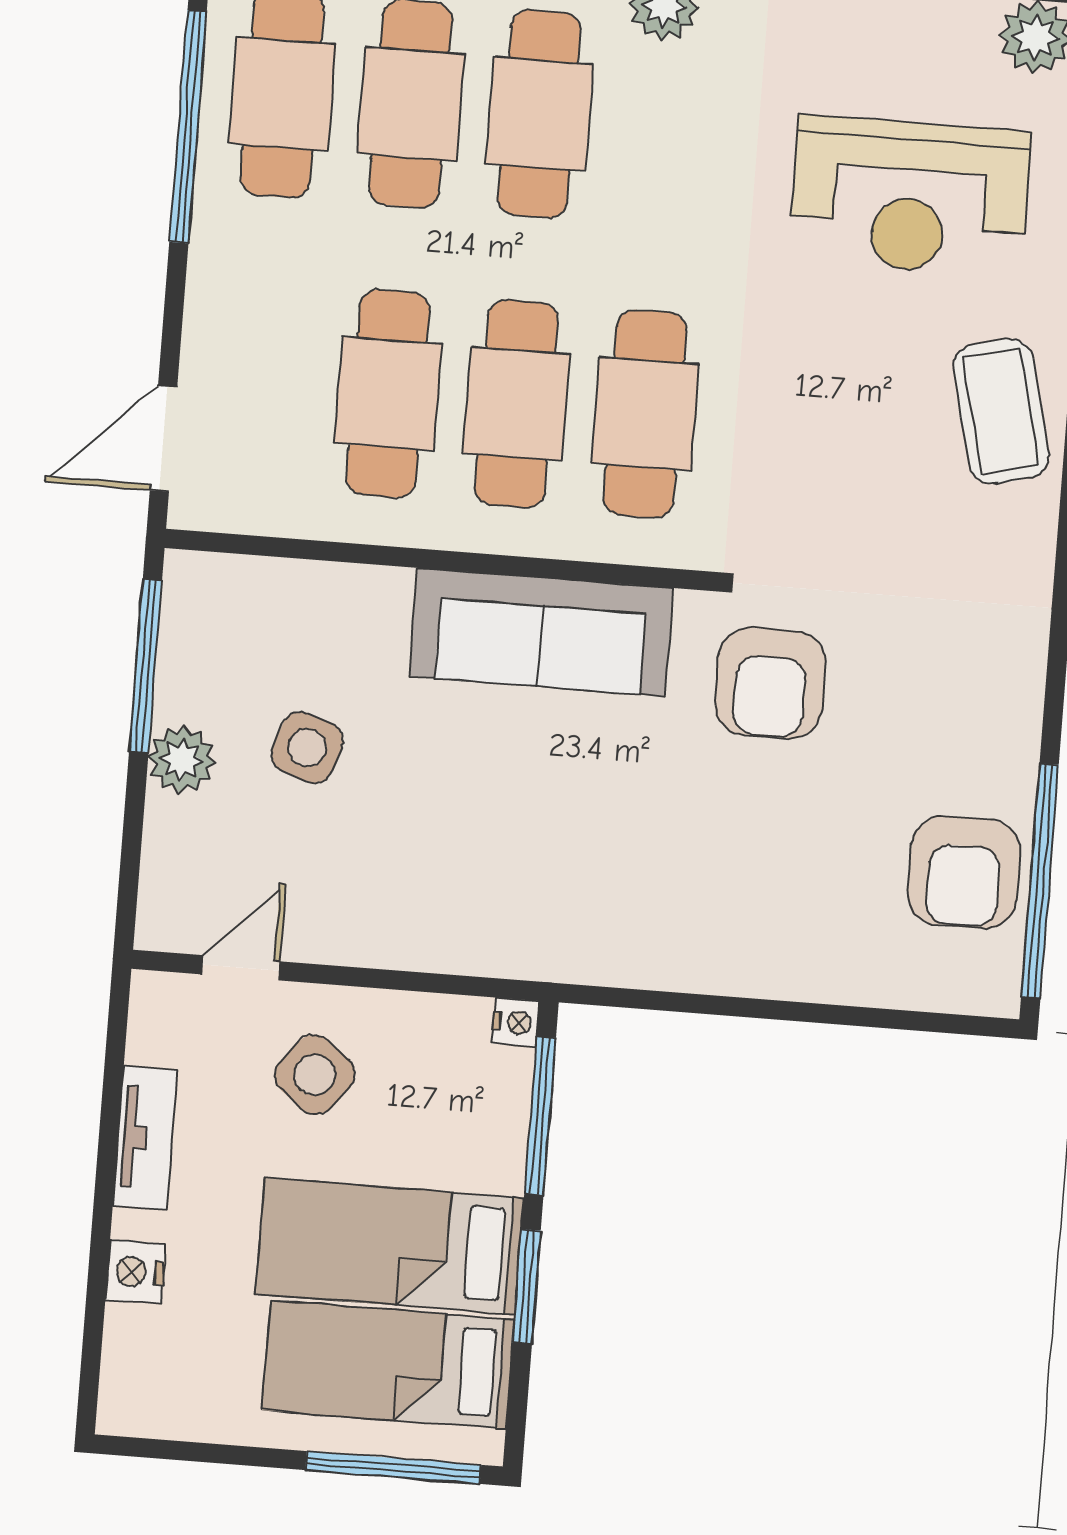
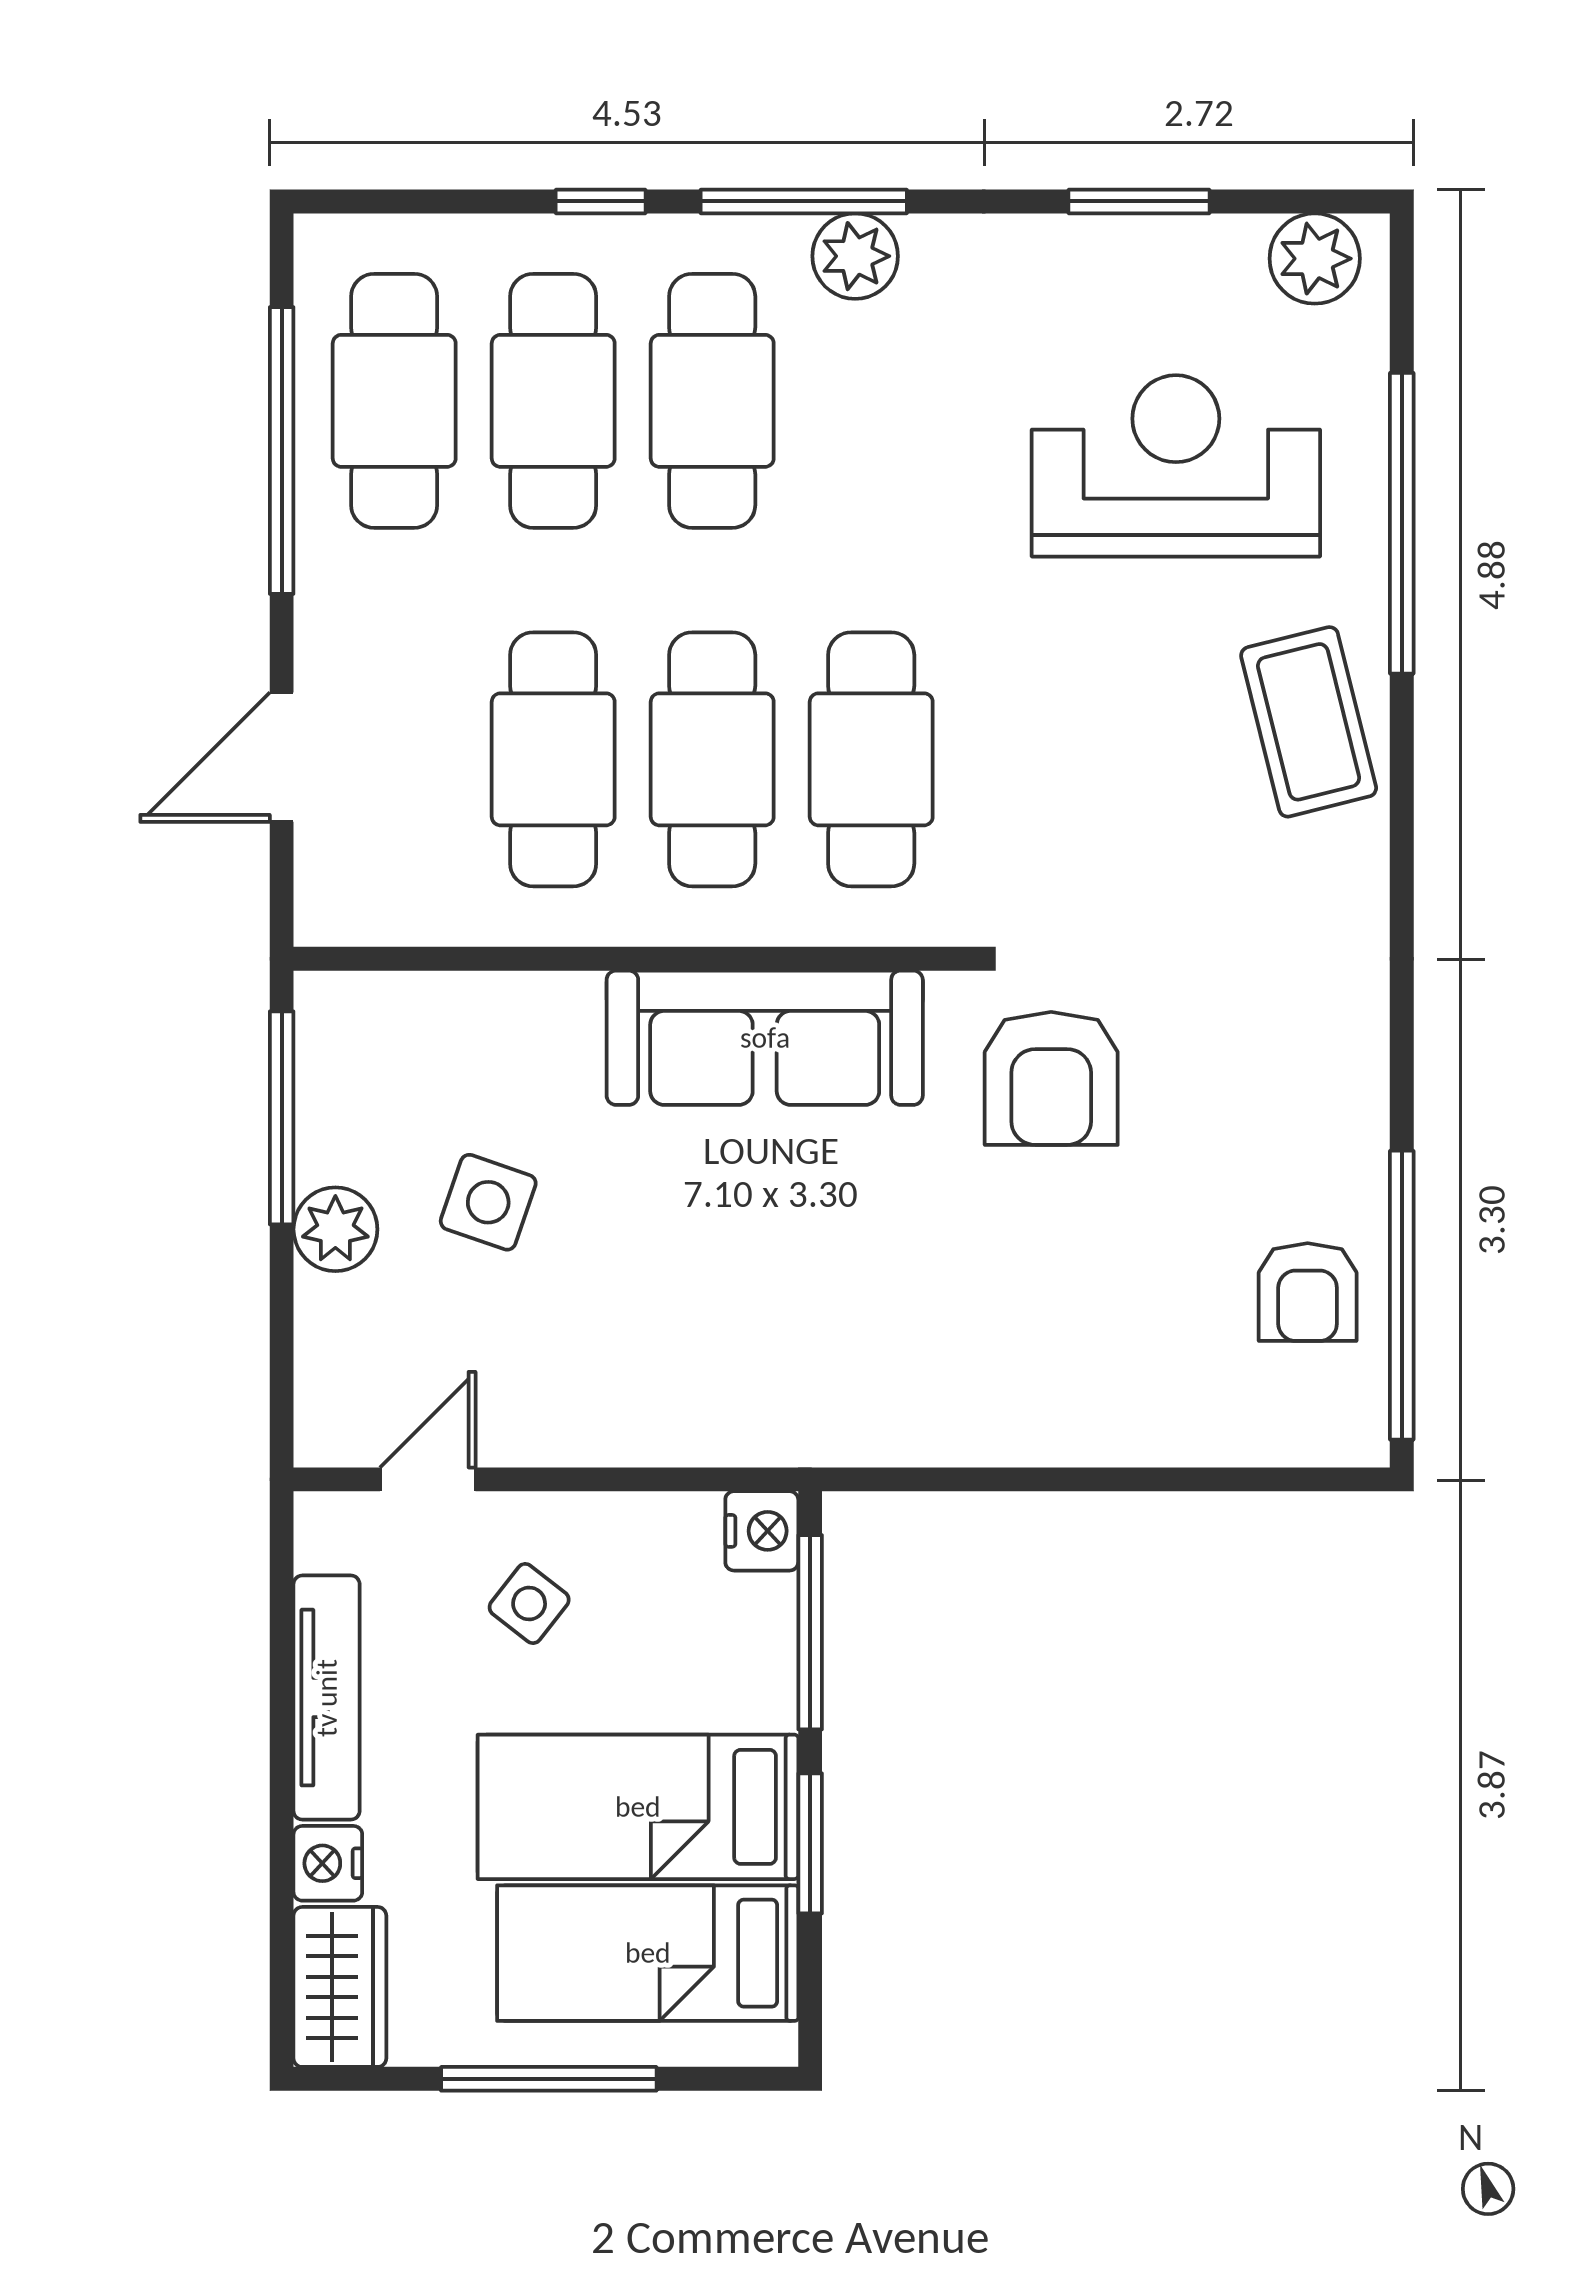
reception desk: (910, 196) -> (1176, 466), turned 180
door: (163, 438) -> (282, 757), moved
armchair: (964, 872) -> (1308, 1292), width x0.72, depth x0.72
nightstand: (516, 1022) -> (762, 1531), width x1.39, depth x1.35
side table: (315, 1075) -> (529, 1603), width x0.73, depth x0.73
tv unit: (145, 1138) -> (327, 1698), width x1.41
wardrobe: (137, 1373) -> (340, 1987), added
window: (393, 1467) -> (549, 2079), moved

